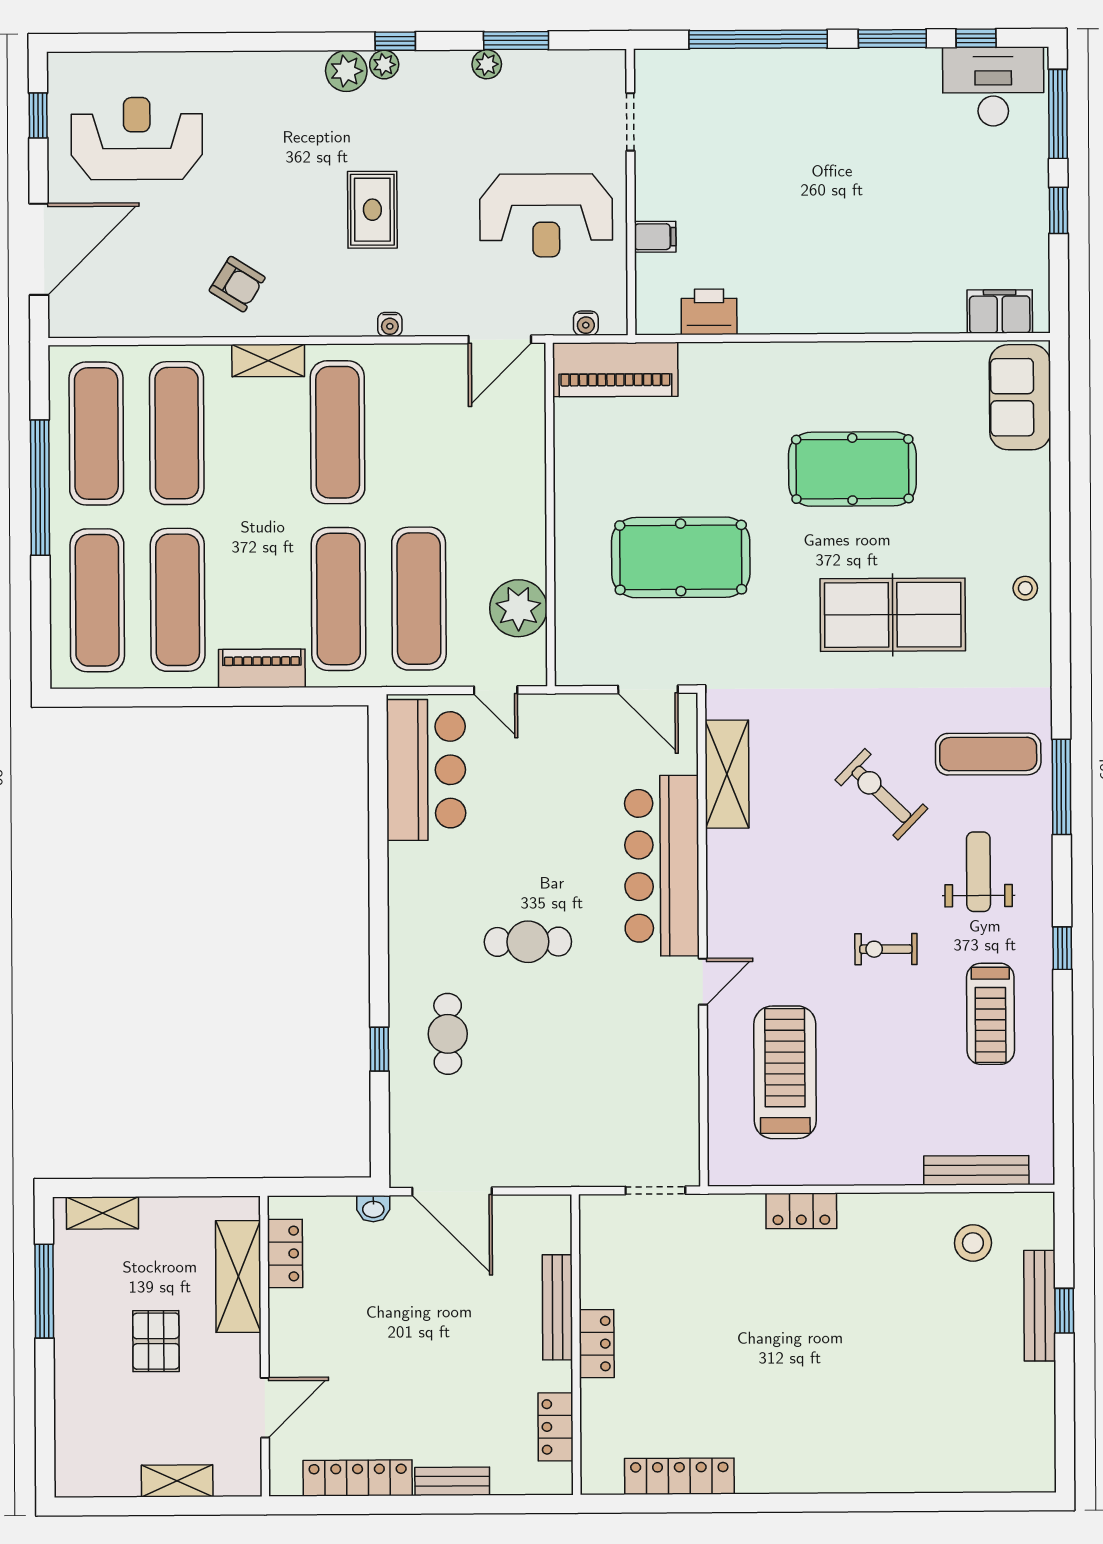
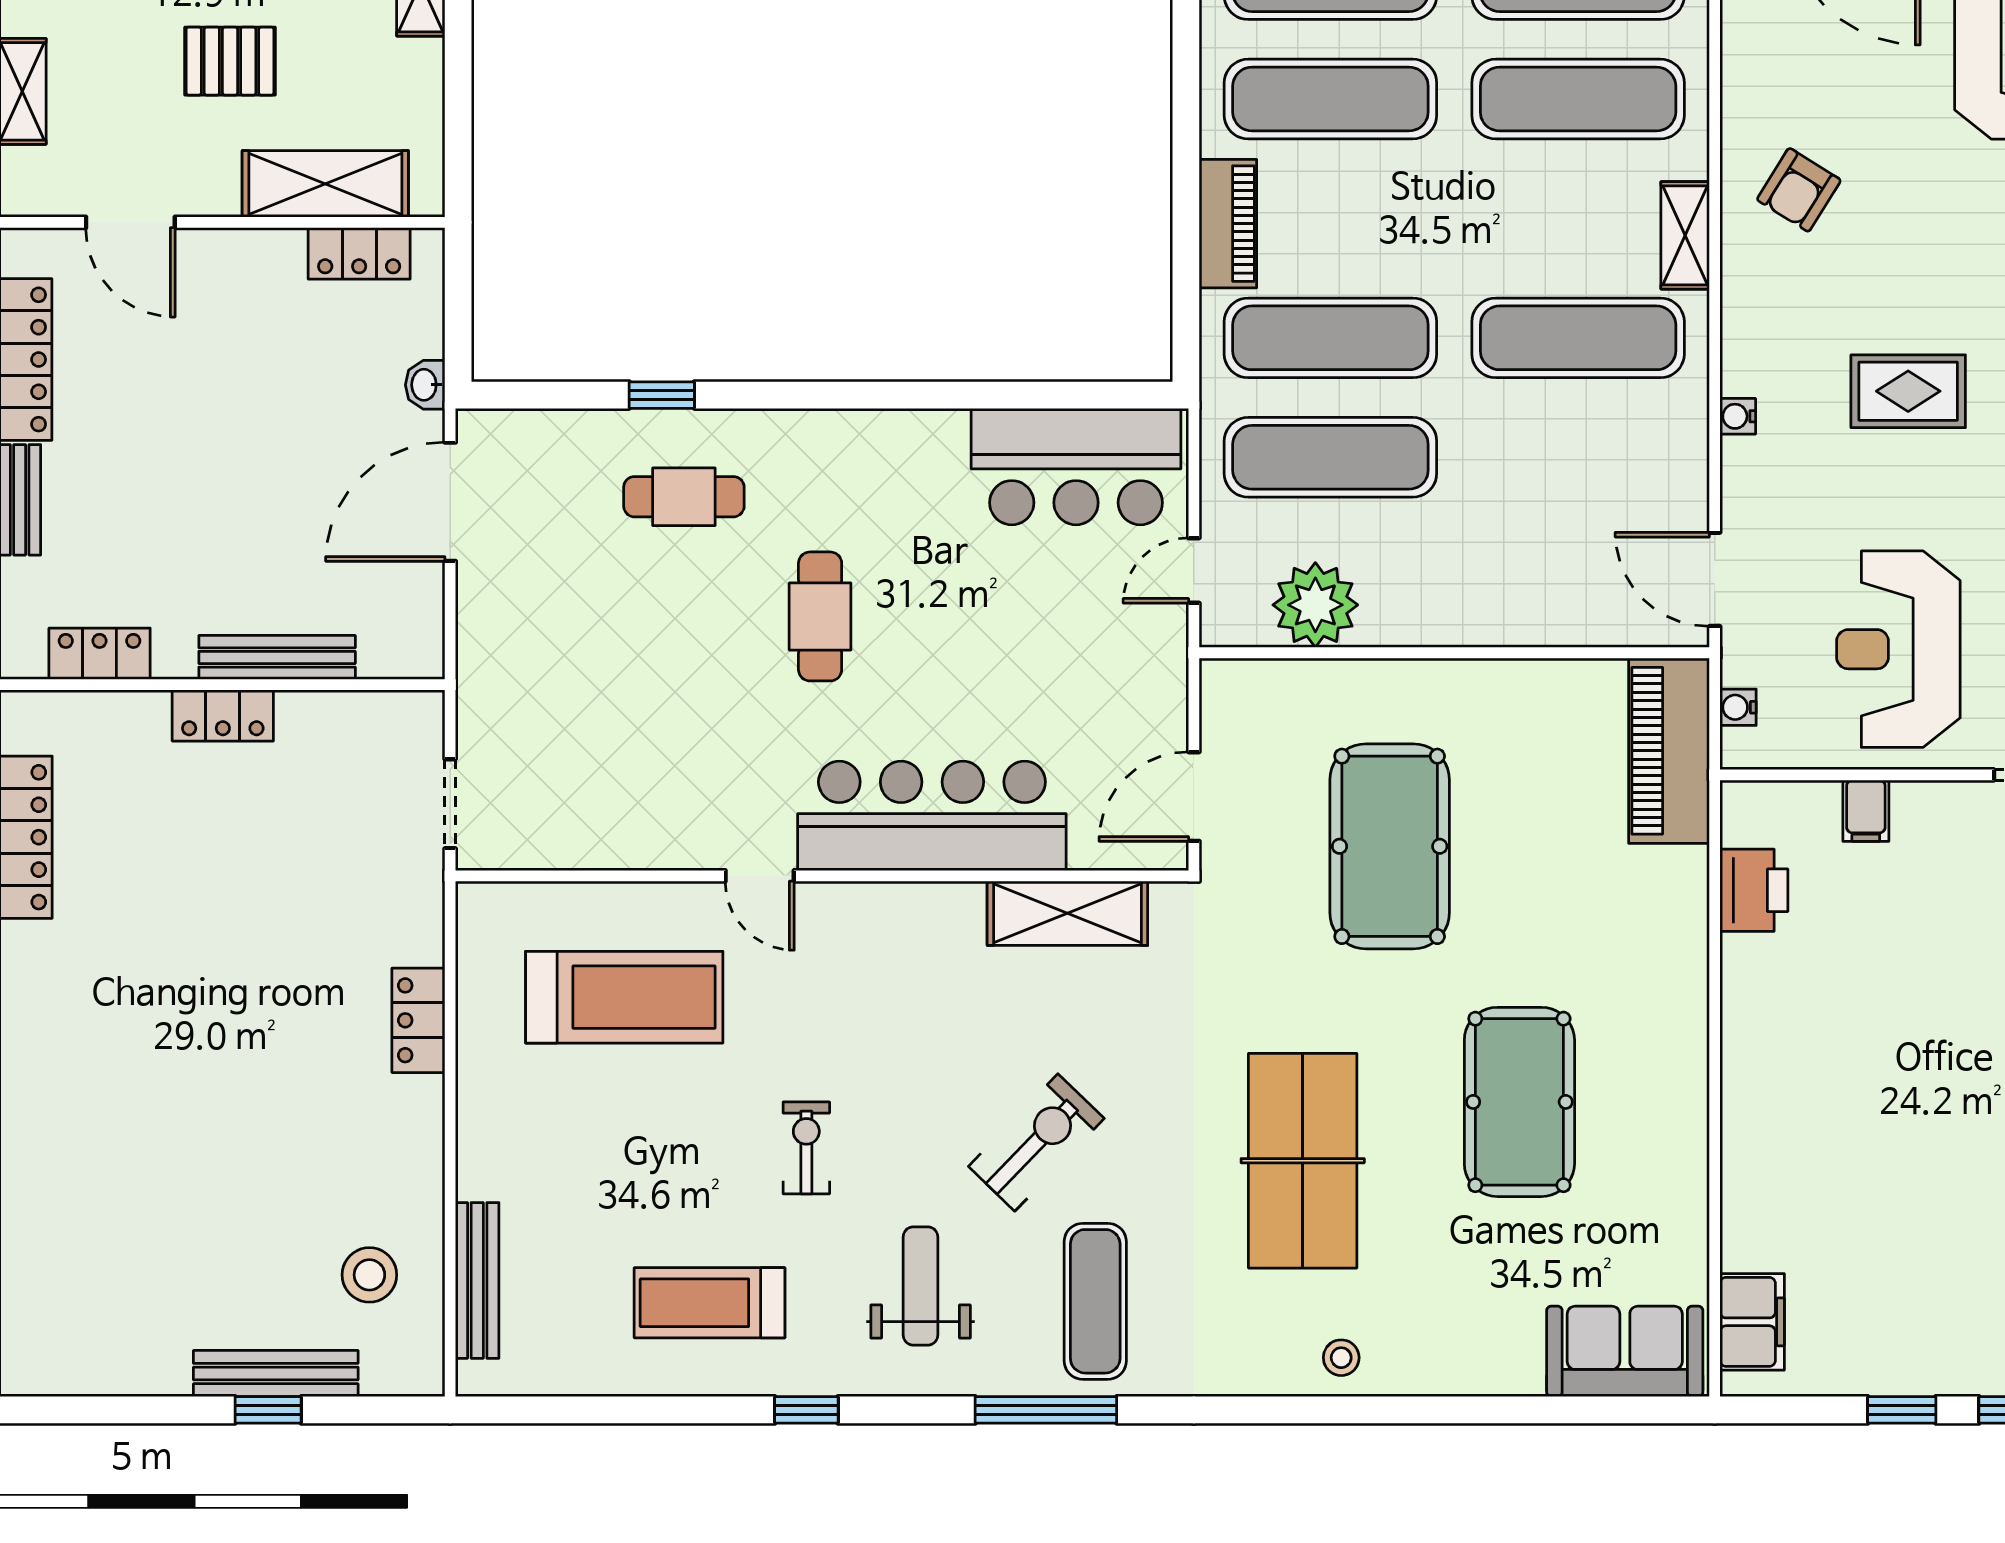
weight bench: (978, 872) -> (921, 1286), turned -90

